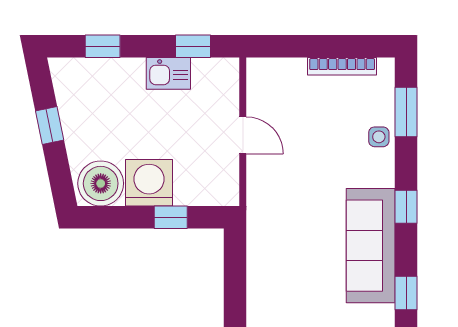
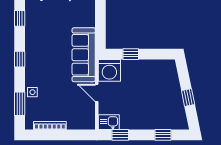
kitchen sink: (168, 73) -> (109, 122), moved
boiler: (101, 183) -> (164, 70), removed
washing machine: (149, 183) -> (109, 70), moved
sofa: (371, 246) -> (84, 55), moved, turned 180

